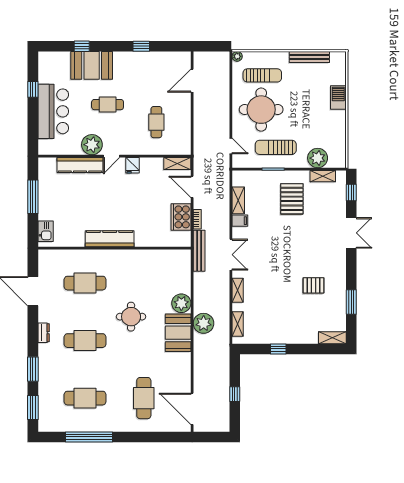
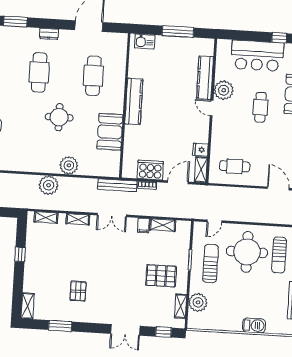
cafe table: (156, 122) -> (235, 166), moved
fridge: (133, 165) -> (200, 150), moved
booth: (178, 333) -> (110, 132), moved, turned 90

